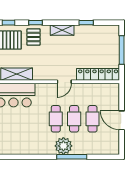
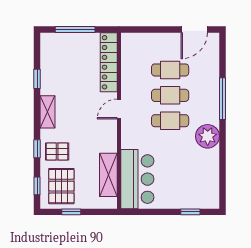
door: (64, 82) -> (119, 109), swing flipped
door: (122, 120) -> (194, 30), moved
plant: (63, 146) -> (208, 136), moved

